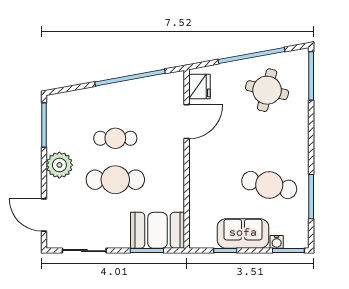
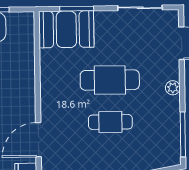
plant: (59, 165) -> (173, 88), width x0.53, depth x0.53

